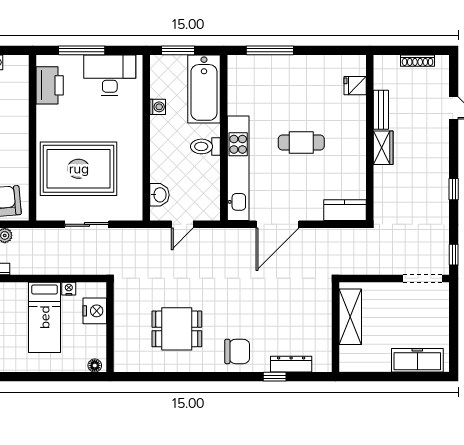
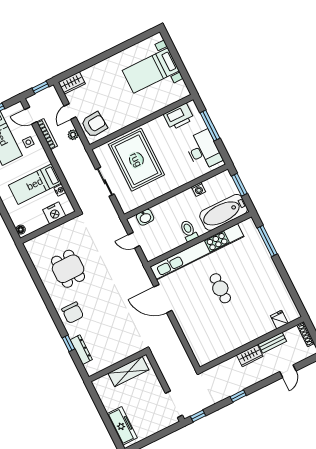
fridge: (355, 86) -> (279, 320), moved
bench: (381, 110) -> (272, 343), moved
wall: (370, 138) -> (252, 344), moved
wardrobe: (383, 148) -> (250, 356), moved
kitchen unit: (238, 168) -> (197, 252), width x1.36
kitchen counter: (345, 210) -> (192, 336), removed

